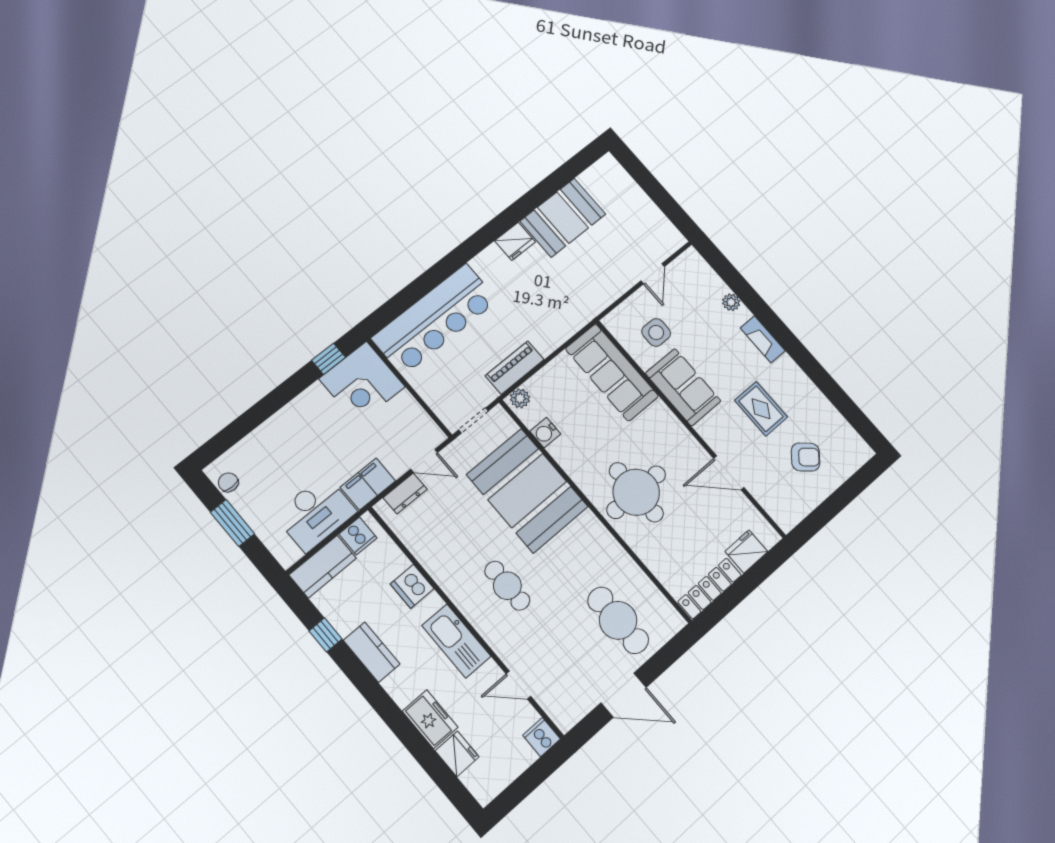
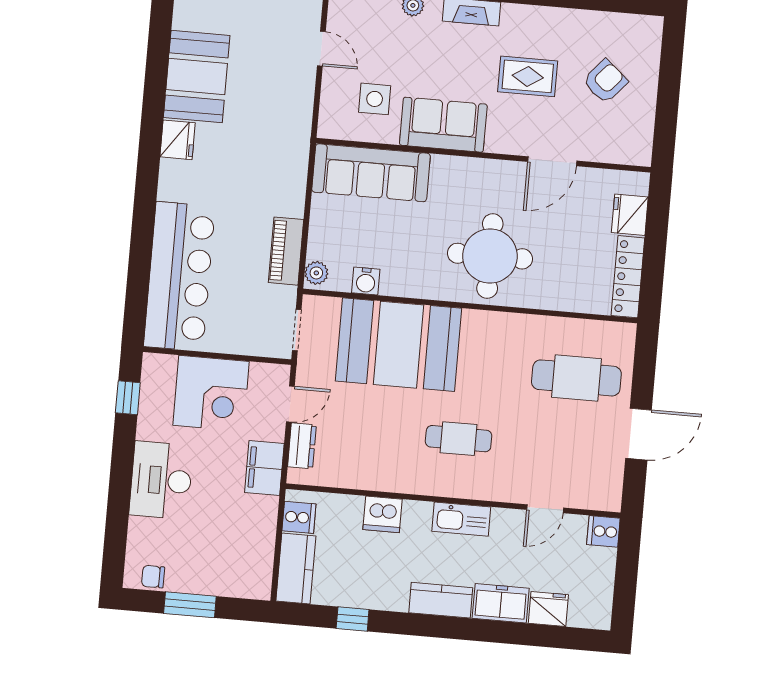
corner desk: (362, 383) -> (211, 393), moved
desk: (315, 513) -> (161, 480), moved, turned 180
kitchen sink: (456, 641) -> (461, 519), width x0.73, depth x0.81
kitchen counter: (372, 652) -> (441, 600), moved

